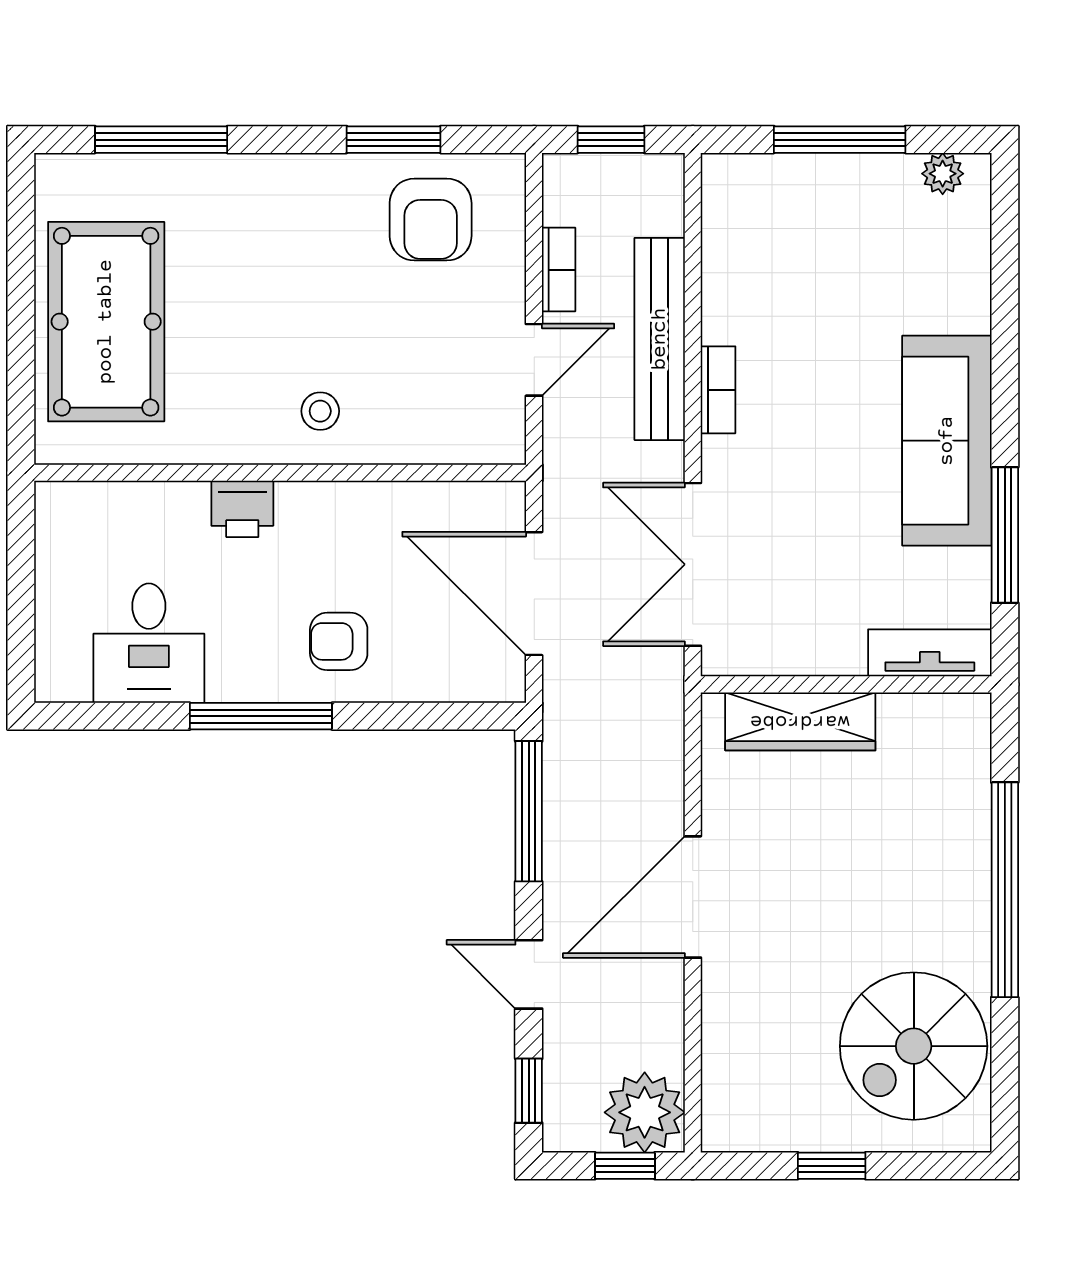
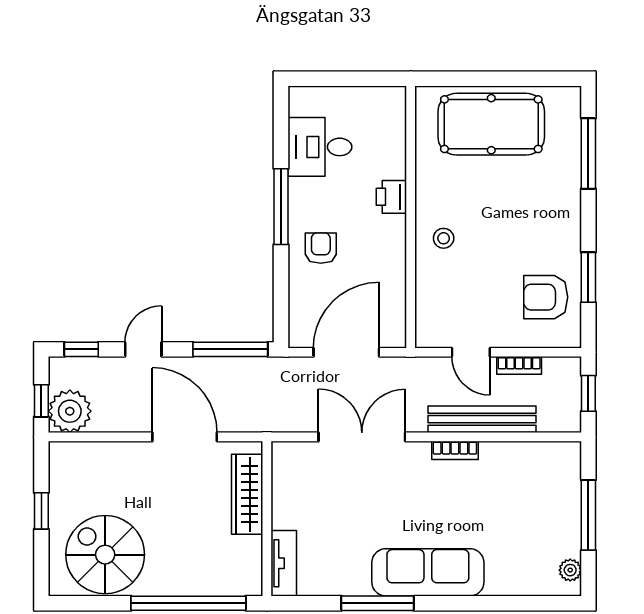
tv unit: (930, 653) -> (284, 563), moved
wall: (846, 684) -> (267, 519), moved
wardrobe: (800, 721) -> (247, 494), moved

